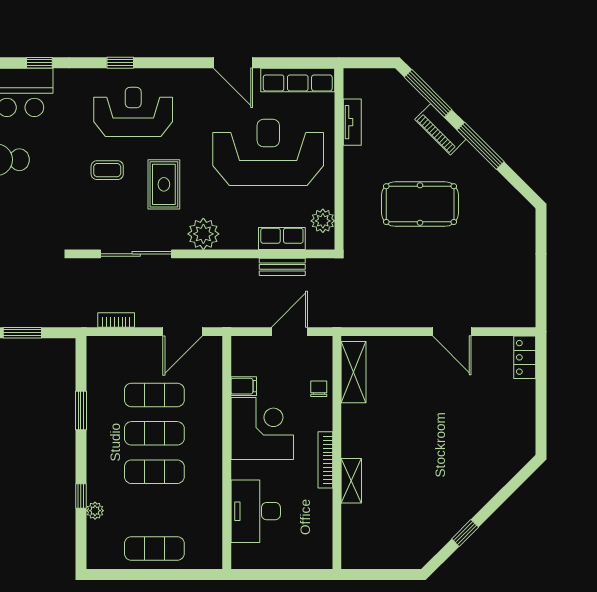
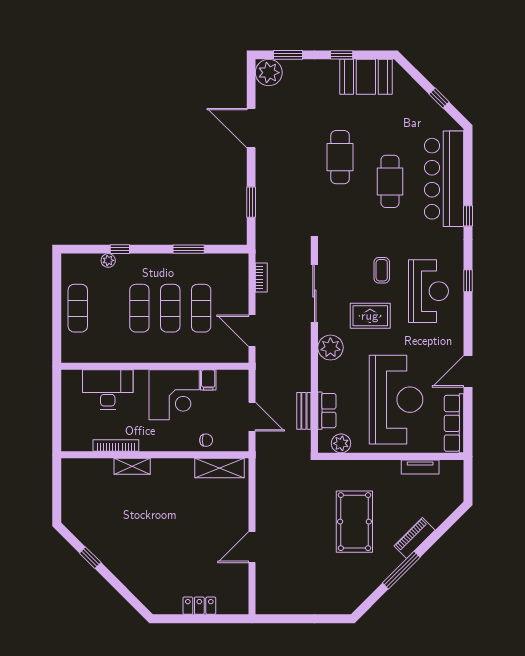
window: (428, 93) -> (443, 528), removed
locker: (525, 357) -> (199, 606), moved
bookcase: (325, 460) -> (116, 445), moved

